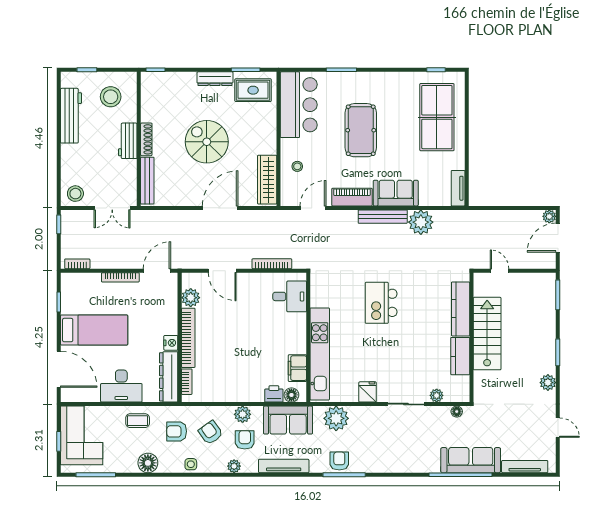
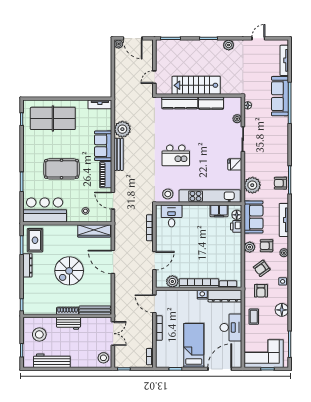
stool: (323, 291) -> (168, 194), added

